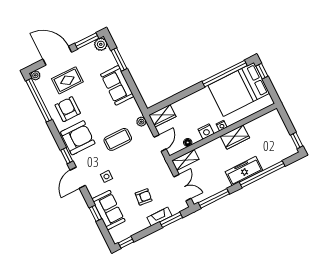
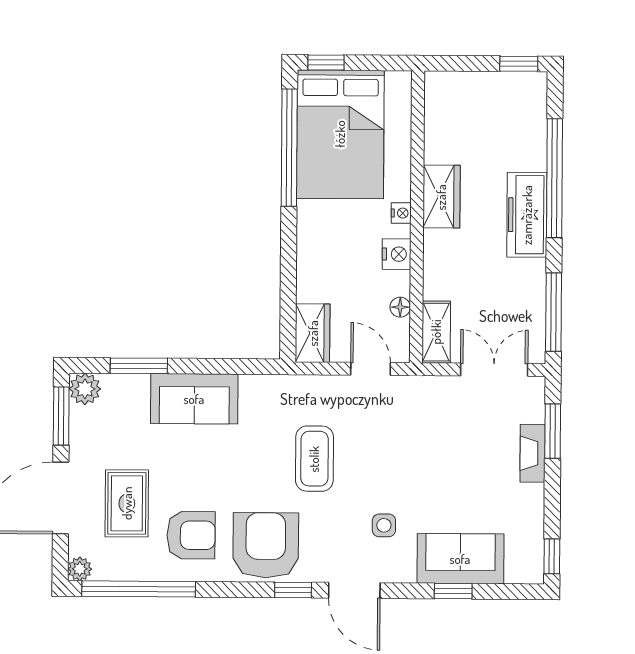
armchair: (68, 109) -> (191, 535), turned 180
plant: (141, 122) -> (302, 386), removed
armchair: (144, 197) -> (471, 466), removed

